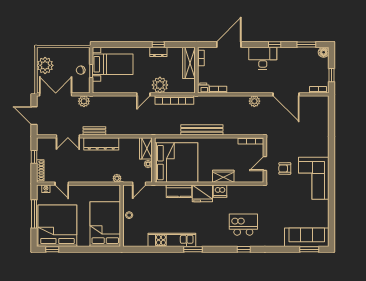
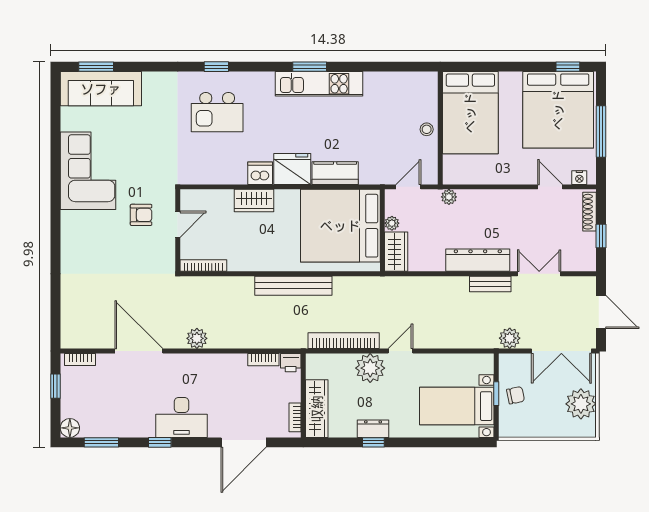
corner sofa: (314, 178) -> (88, 171), moved
kitchen unit: (172, 240) -> (319, 84), moved

